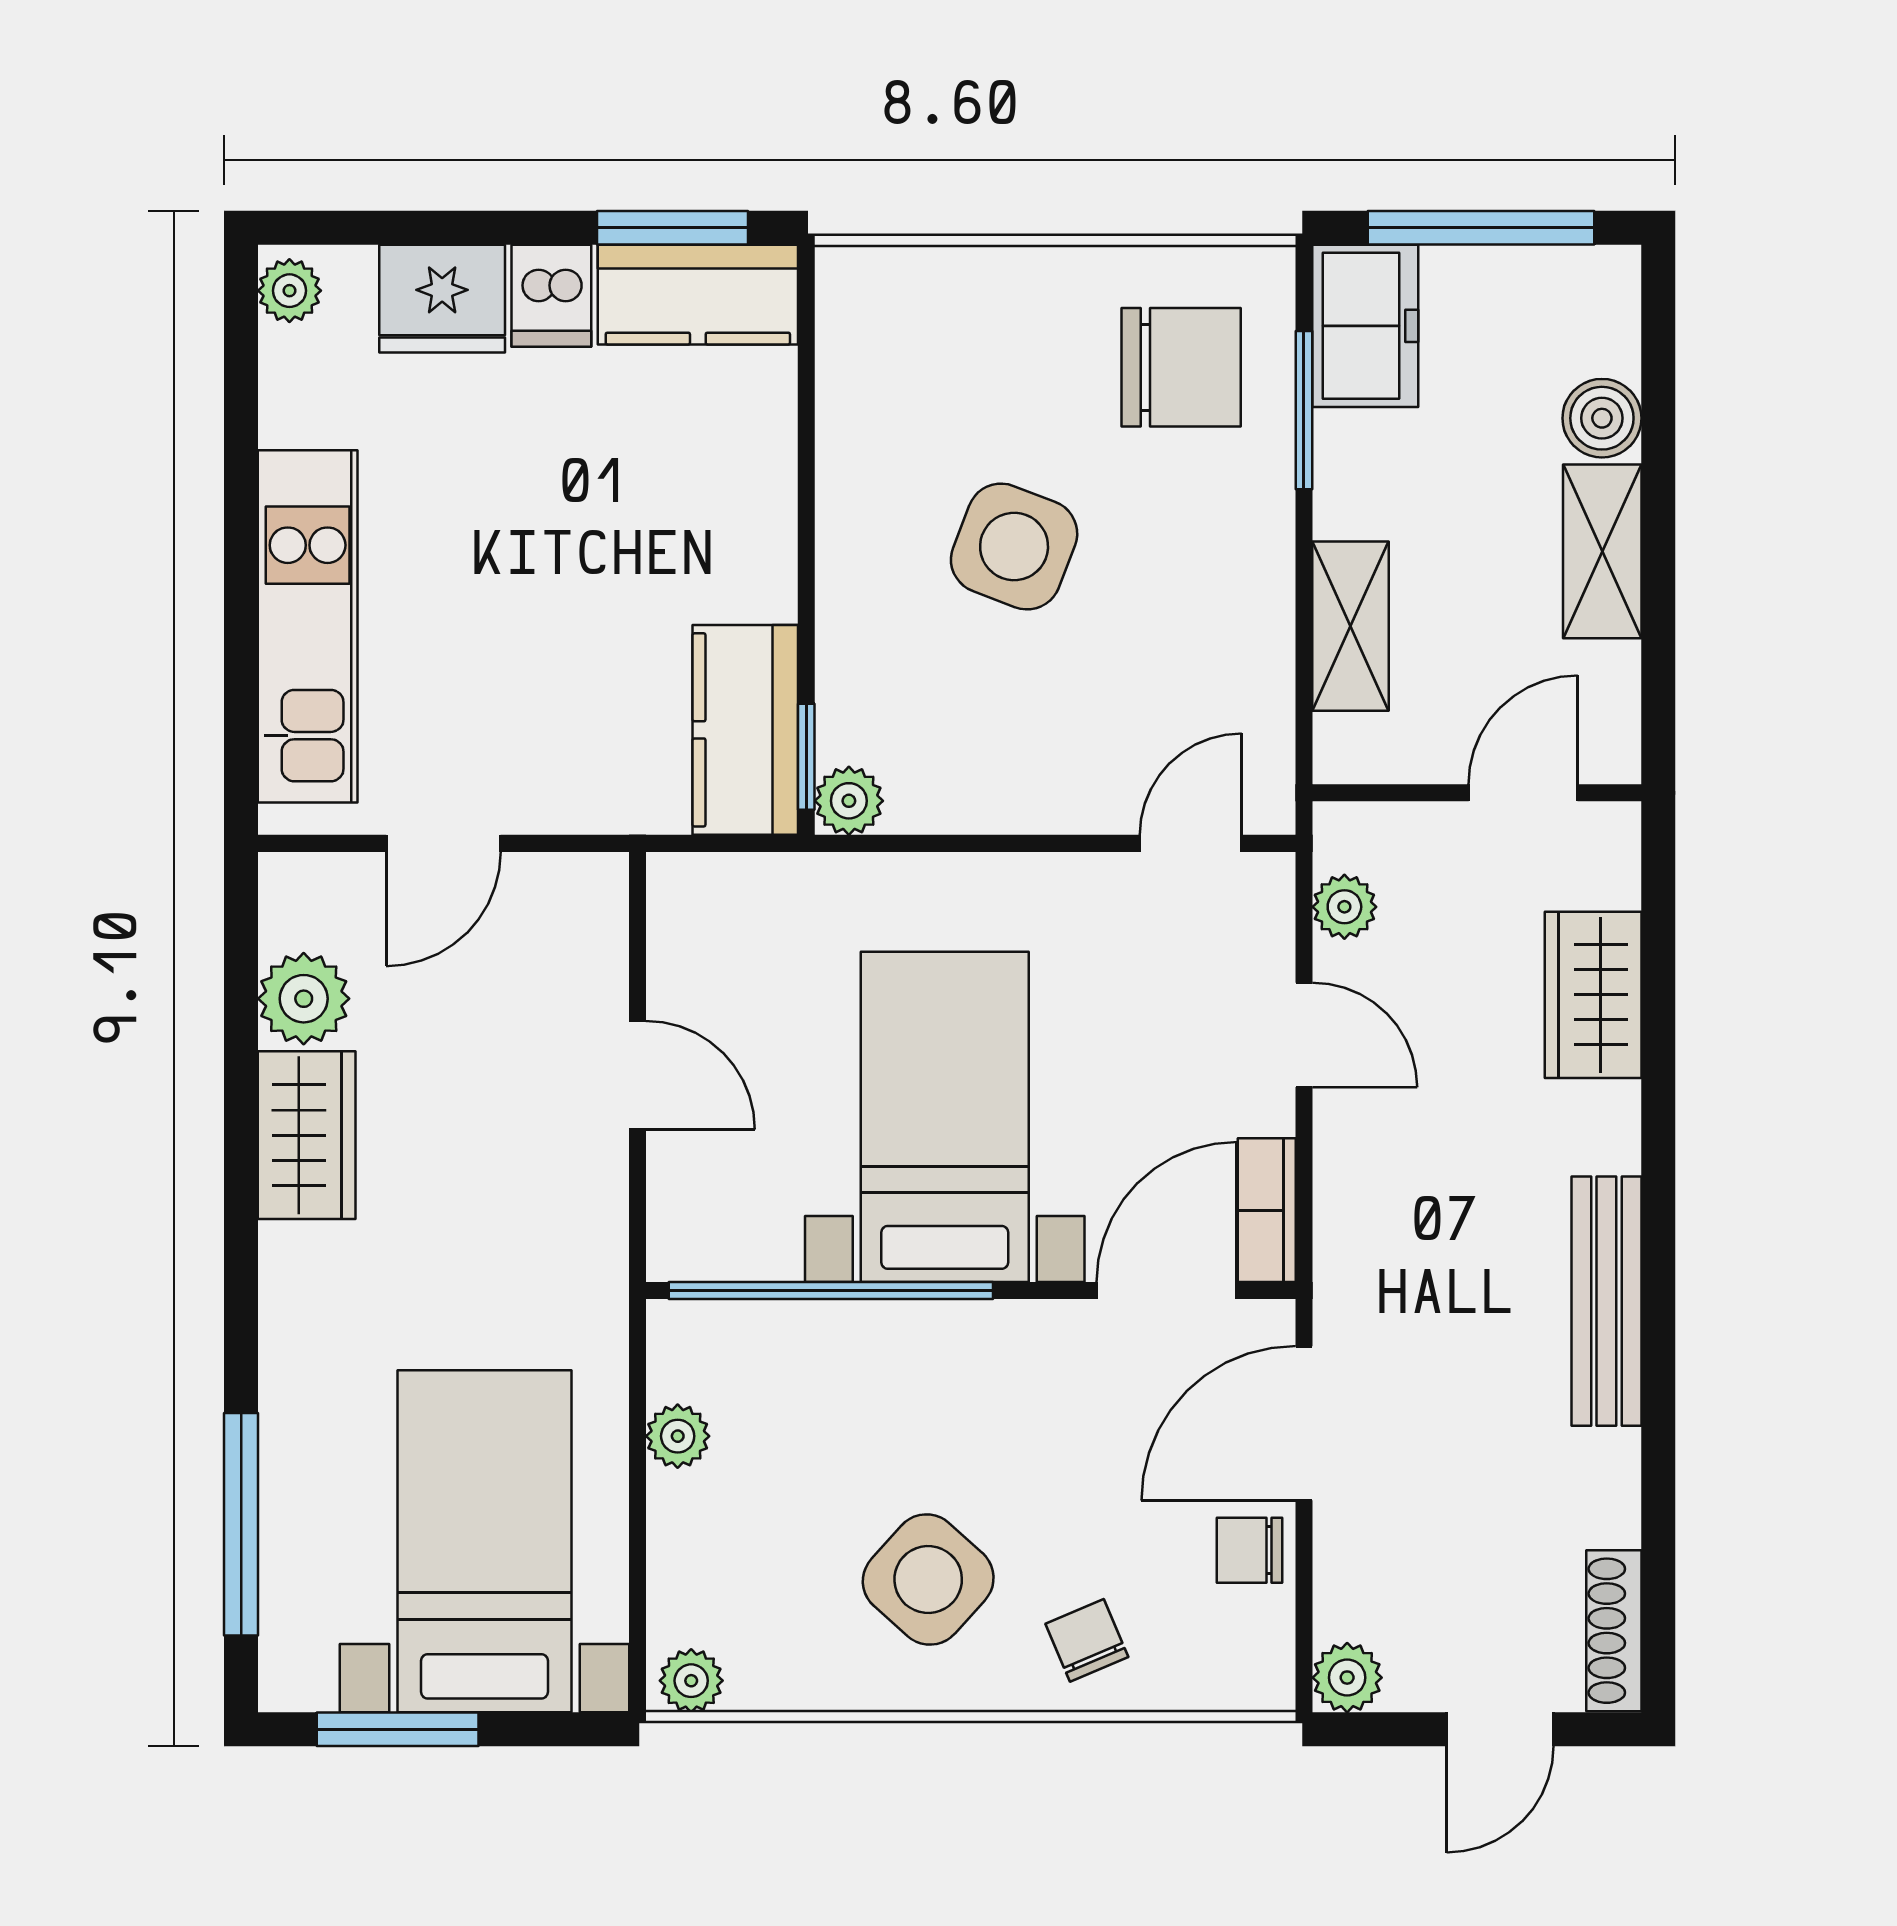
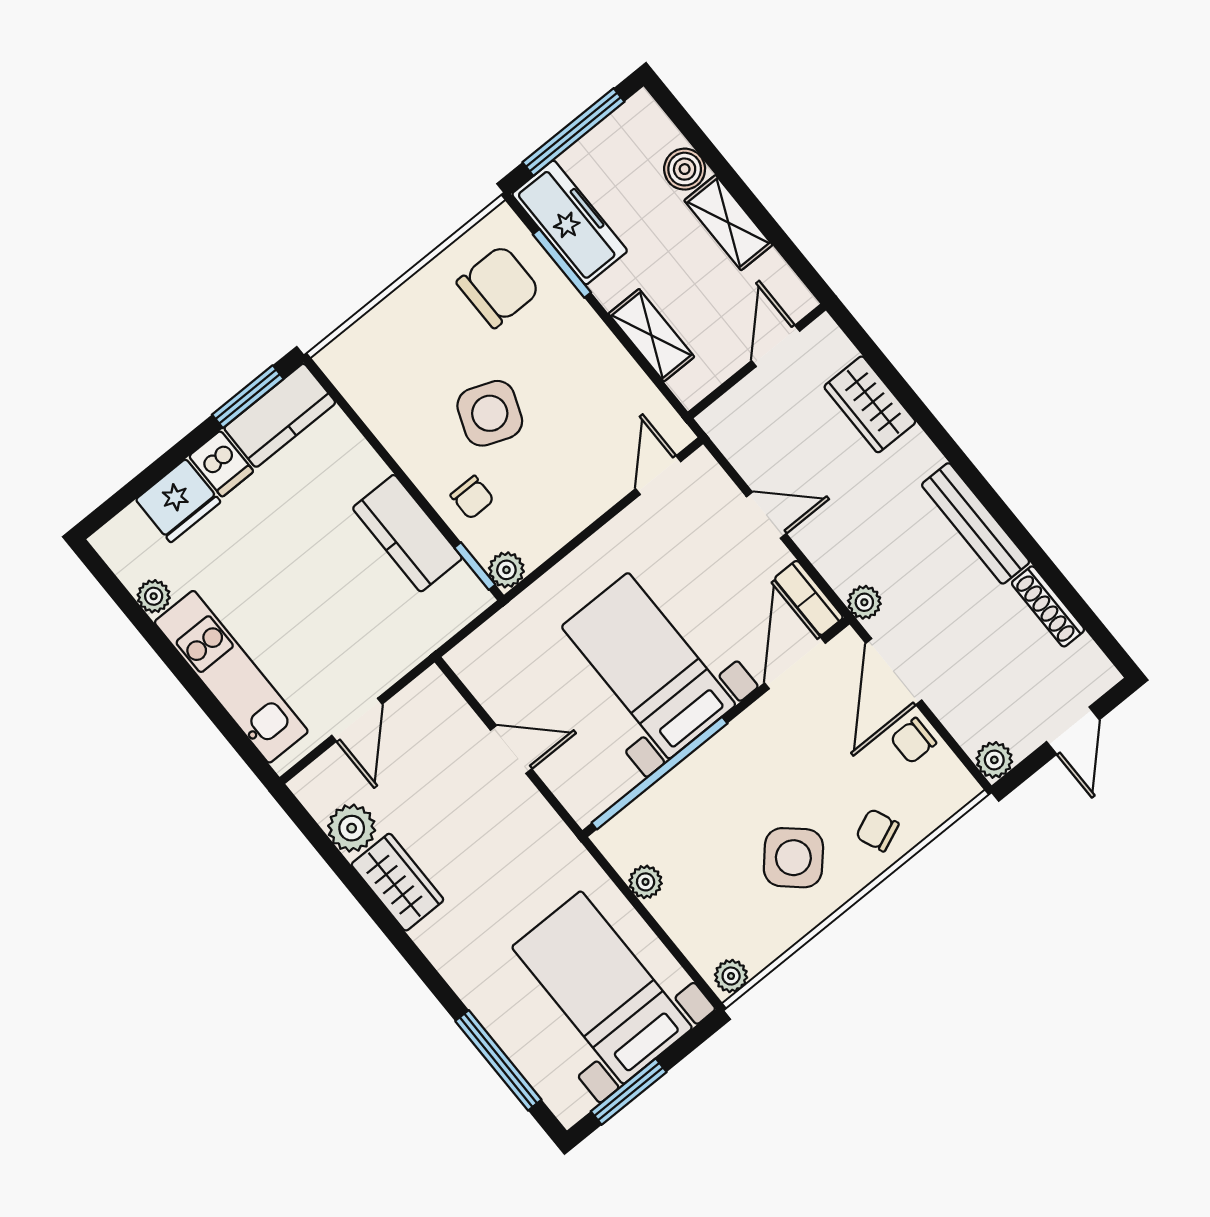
plant: (289, 291) -> (154, 596), moved
freezer: (1365, 326) -> (570, 222), width x1.40
chair: (886, 651) -> (472, 497), added
kitchen counter: (745, 730) -> (407, 533), moved
plant: (1344, 907) -> (864, 602), moved
shoe rack: (1614, 1631) -> (1048, 606), moved

